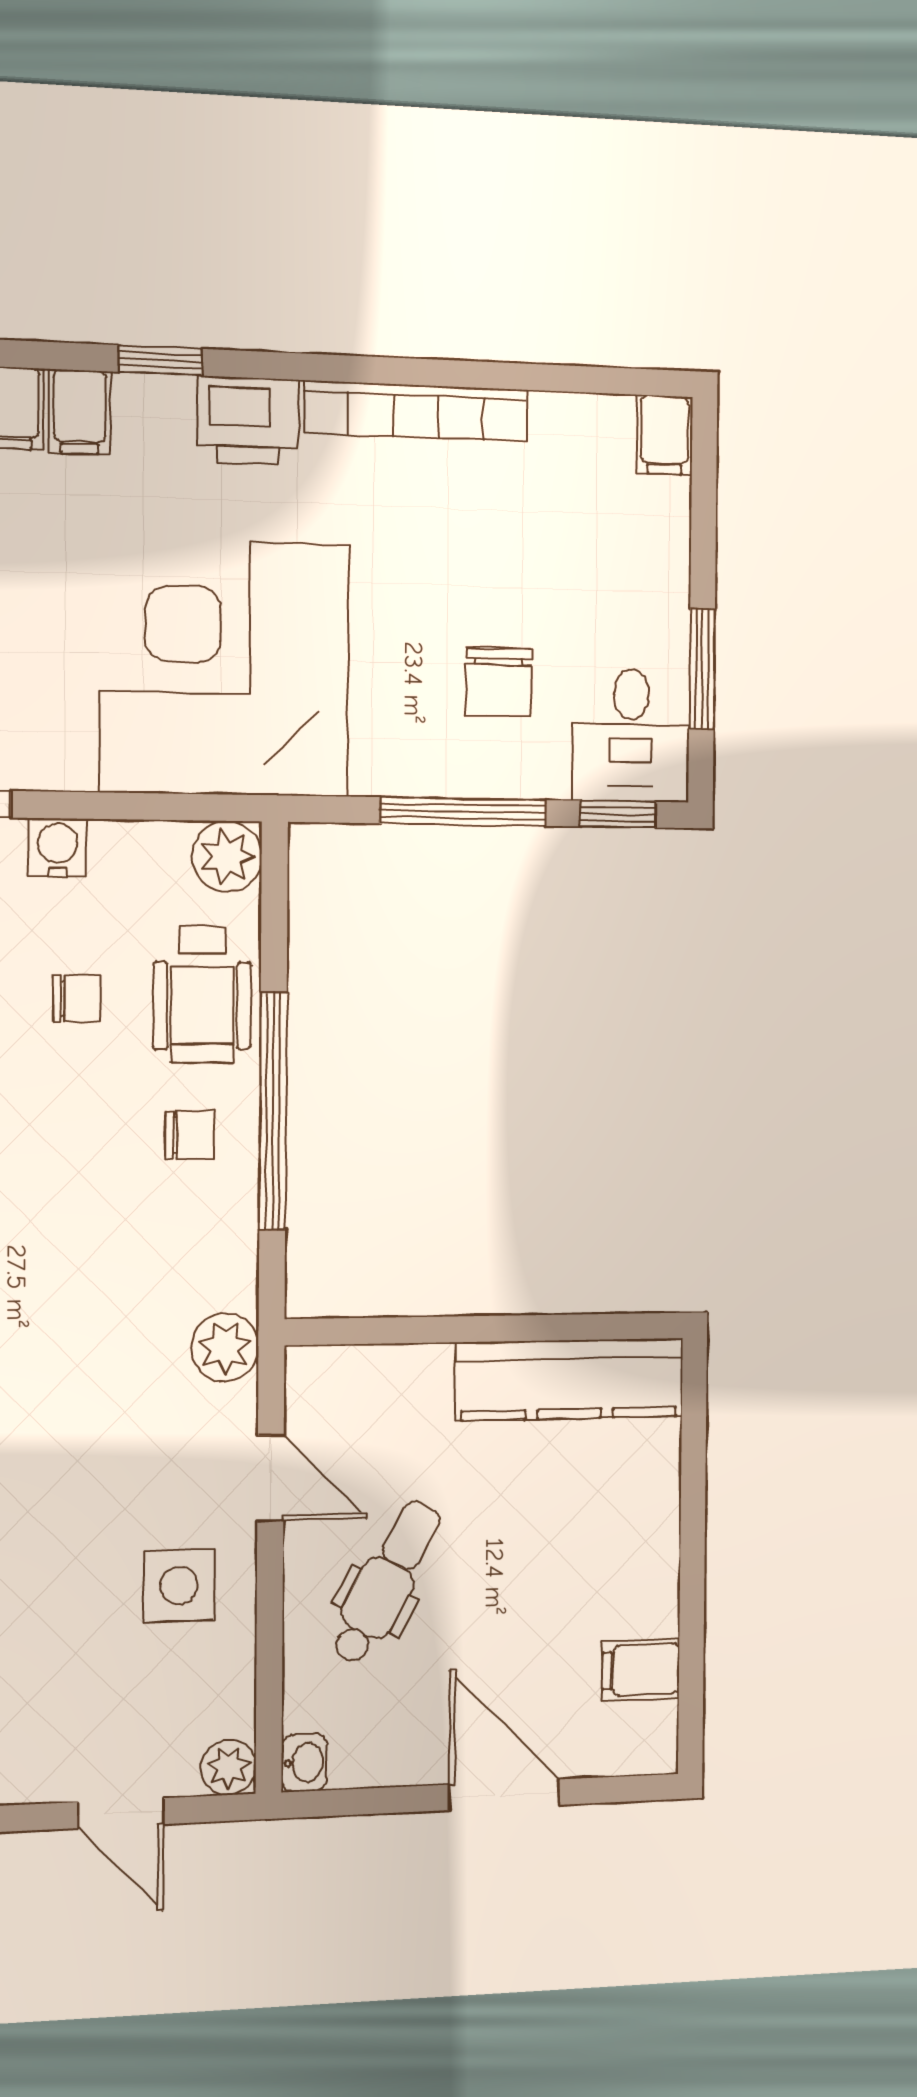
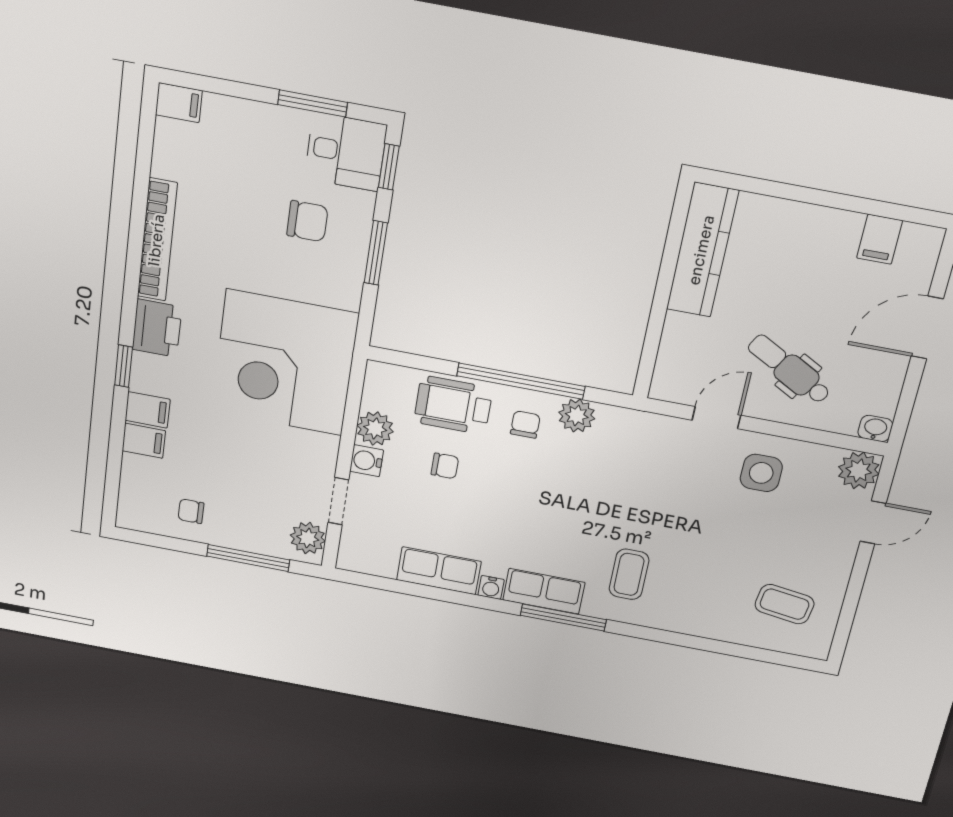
window: (463, 812) -> (376, 253), width x0.69
plant: (227, 857) -> (375, 428), moved
wheelchair: (202, 995) -> (453, 405), turned 180
chair: (77, 999) -> (445, 466), turned 90
plant: (225, 1348) -> (577, 416), moved
plant: (229, 1767) -> (859, 470), width x1.38, depth x1.38

